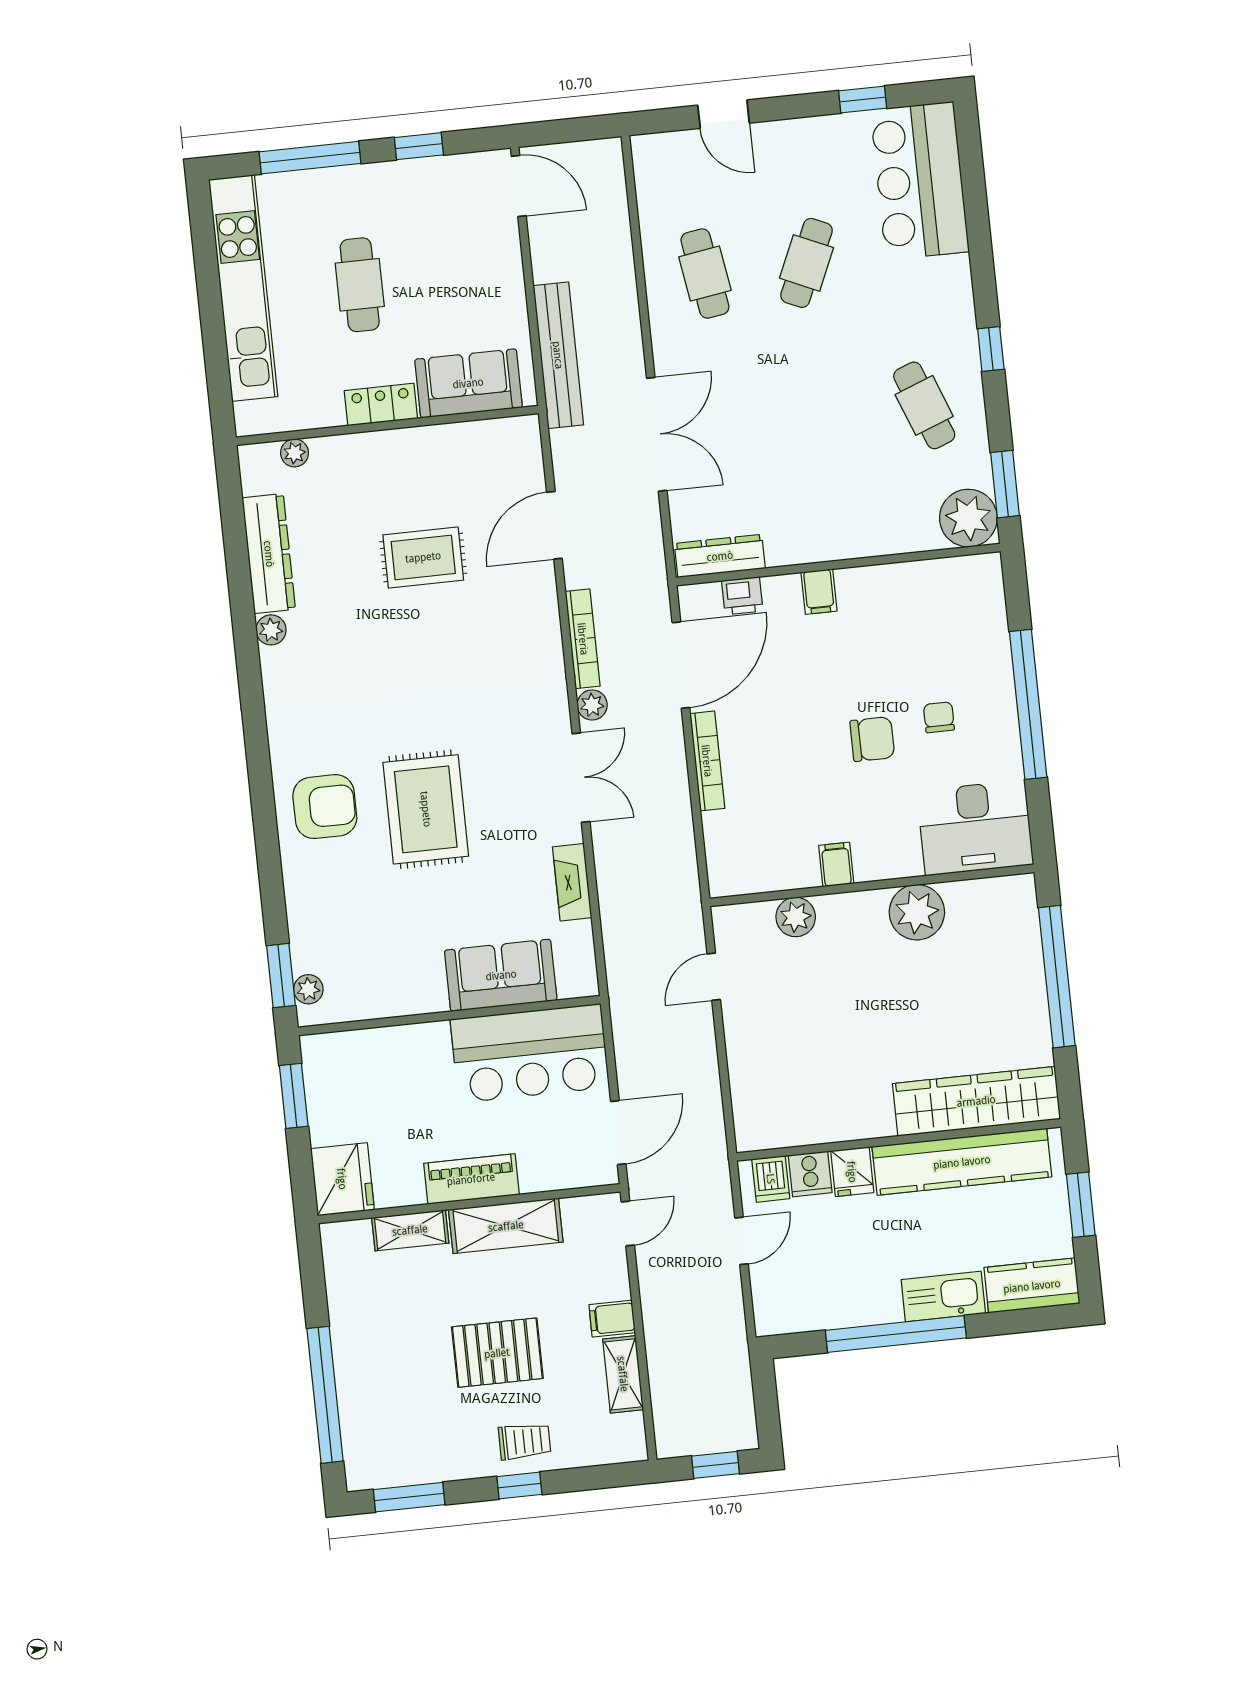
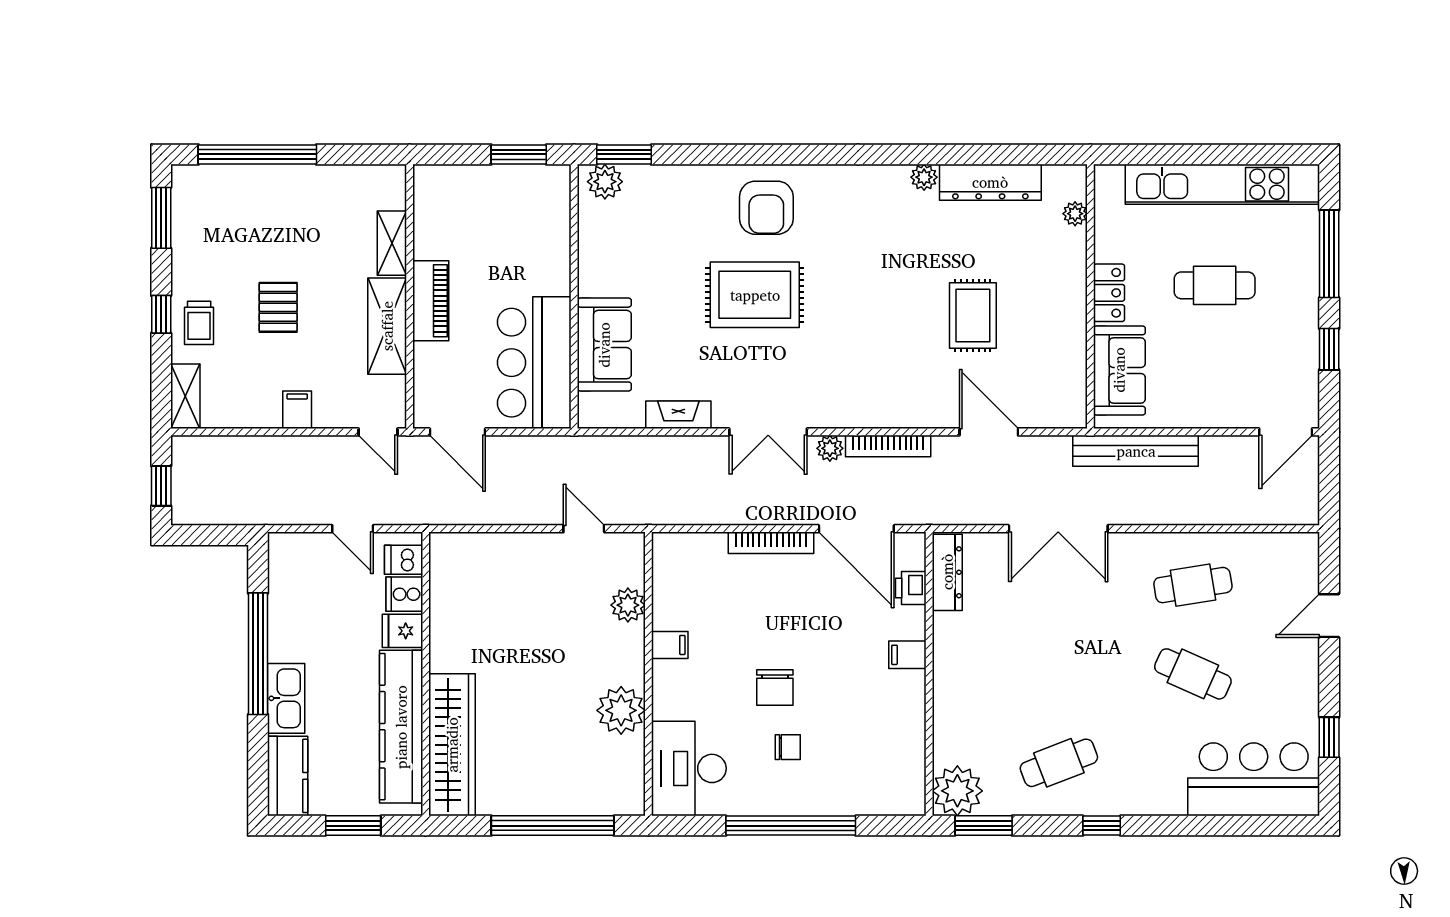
plant: (308, 989) -> (605, 182), width x1.38, depth x1.38
fridge: (342, 1179) -> (442, 189), removed
pallet: (497, 1353) -> (278, 307), width x0.67, depth x0.71
shelving: (623, 1374) -> (185, 396), moved, turned 90

